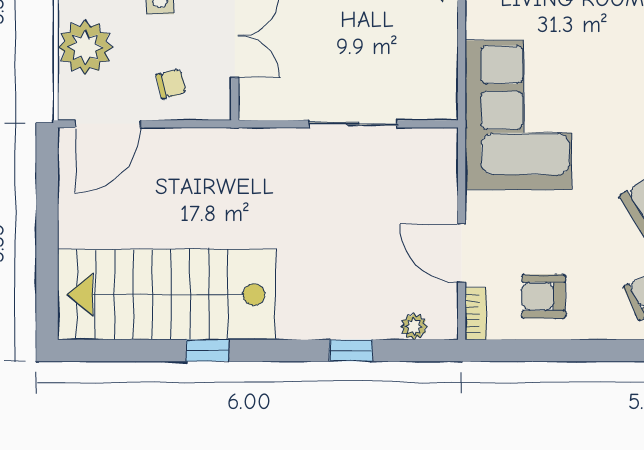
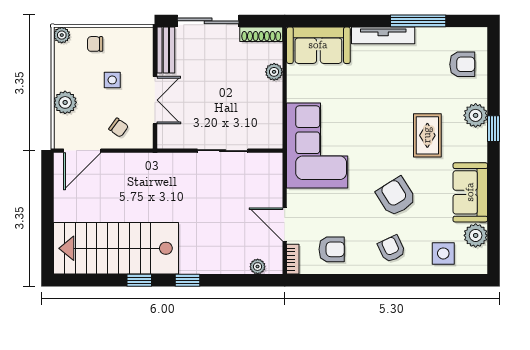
plant: (85, 47) -> (65, 102), width x0.73, depth x0.73
chair: (171, 84) -> (119, 128), turned 50
armchair: (544, 296) -> (332, 249), turned 180
window: (351, 351) -> (187, 280), moved

